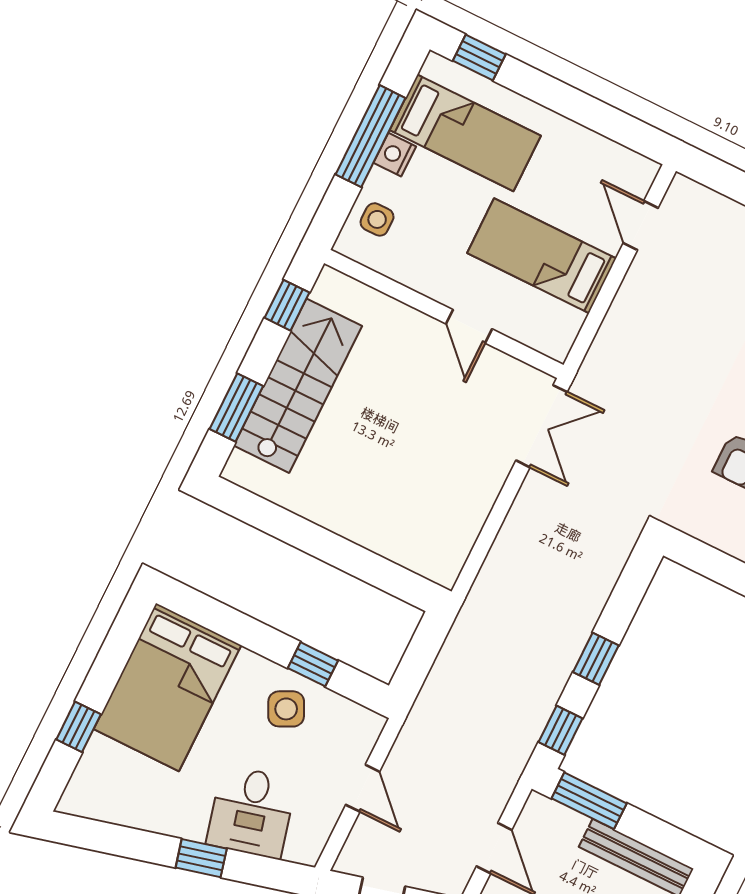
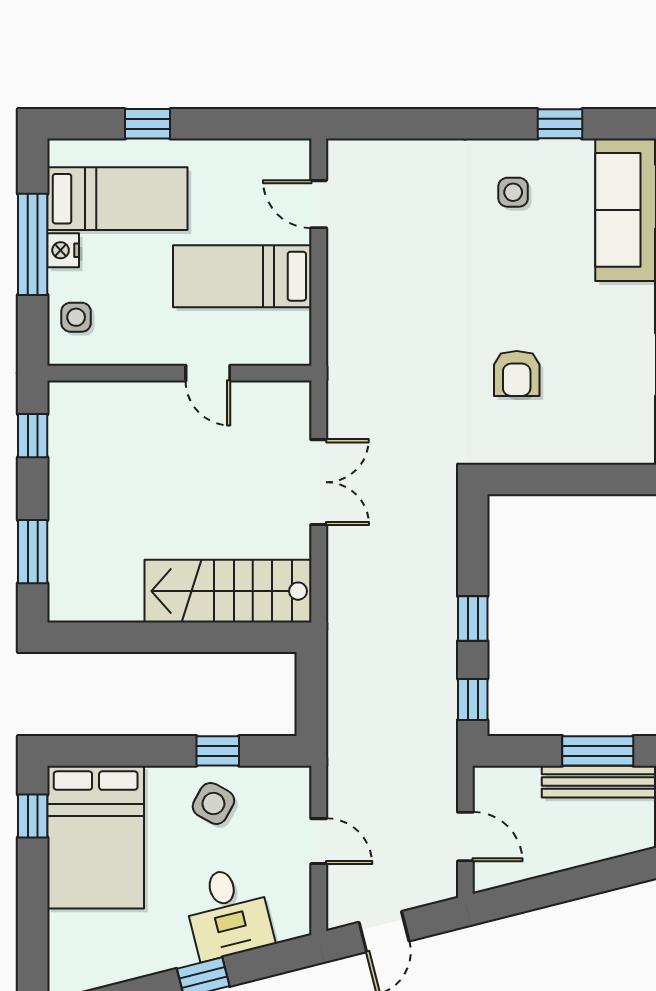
window: (479, 57) -> (148, 124), moved
stairs: (298, 386) -> (228, 591), moved, turned -90
double door: (542, 426) -> (319, 482), moved
side table: (286, 709) -> (213, 803), turned -35
window: (79, 727) -> (33, 816), moved
window: (589, 801) -> (598, 751), moved

